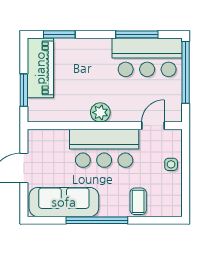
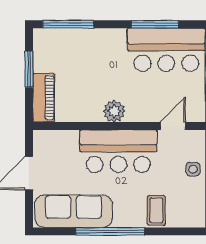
window: (59, 34) -> (68, 24), width x1.44
piano: (40, 68) -> (44, 98), moved, width x0.73, depth x0.75
window: (24, 90) -> (29, 69), moved

